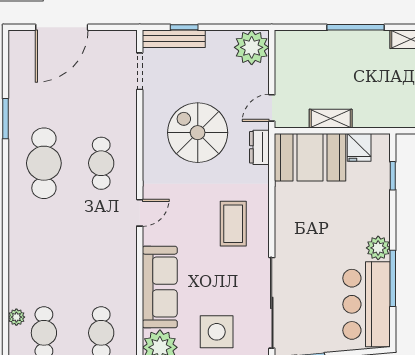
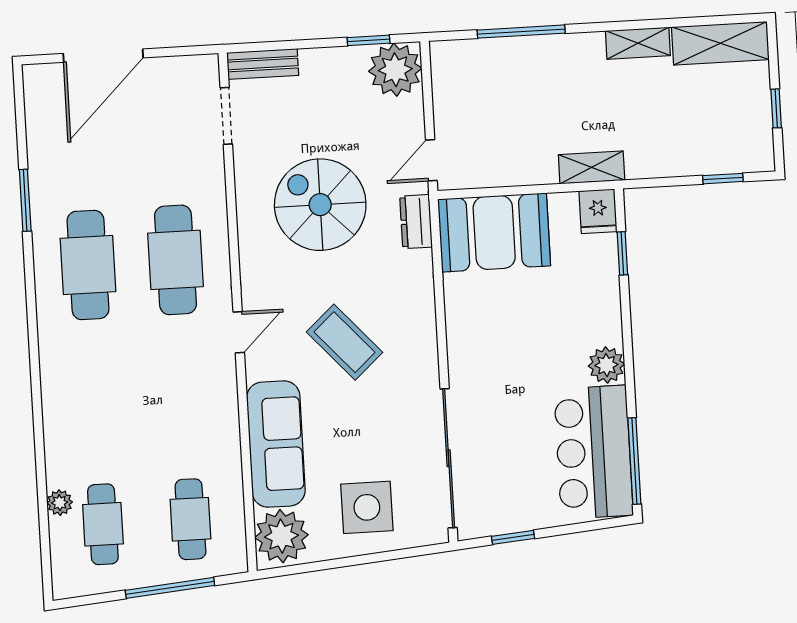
window: (184, 27) -> (369, 40), moved
window: (356, 27) -> (521, 32), moved
bench: (174, 39) -> (263, 64), width x0.73
shelving: (331, 119) -> (592, 167), moved
fridge: (359, 147) -> (598, 211), moved
cafe table: (101, 163) -> (176, 260), width x1.37, depth x1.35
coffee table: (233, 224) -> (345, 342), moved, turned -42
window: (393, 278) -> (634, 461), moved

